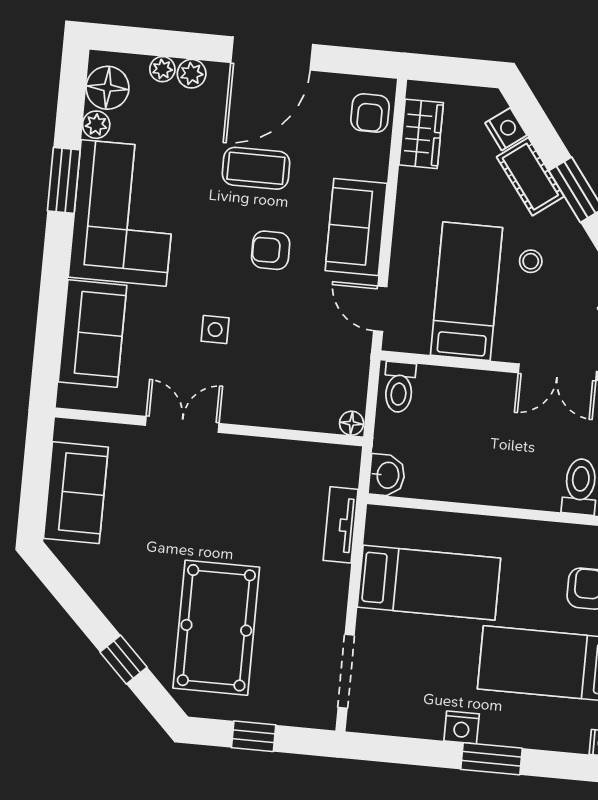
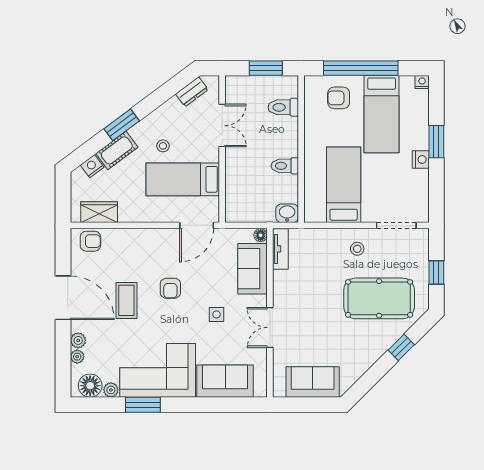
sofa: (356, 227) -> (252, 269), moved, turned 90
door: (380, 309) -> (197, 225), width x1.38
toilet: (399, 387) -> (285, 166), moved, turned 180
tv unit: (341, 525) -> (280, 249), moved, turned -90
stool: (310, 597) -> (357, 249), added

